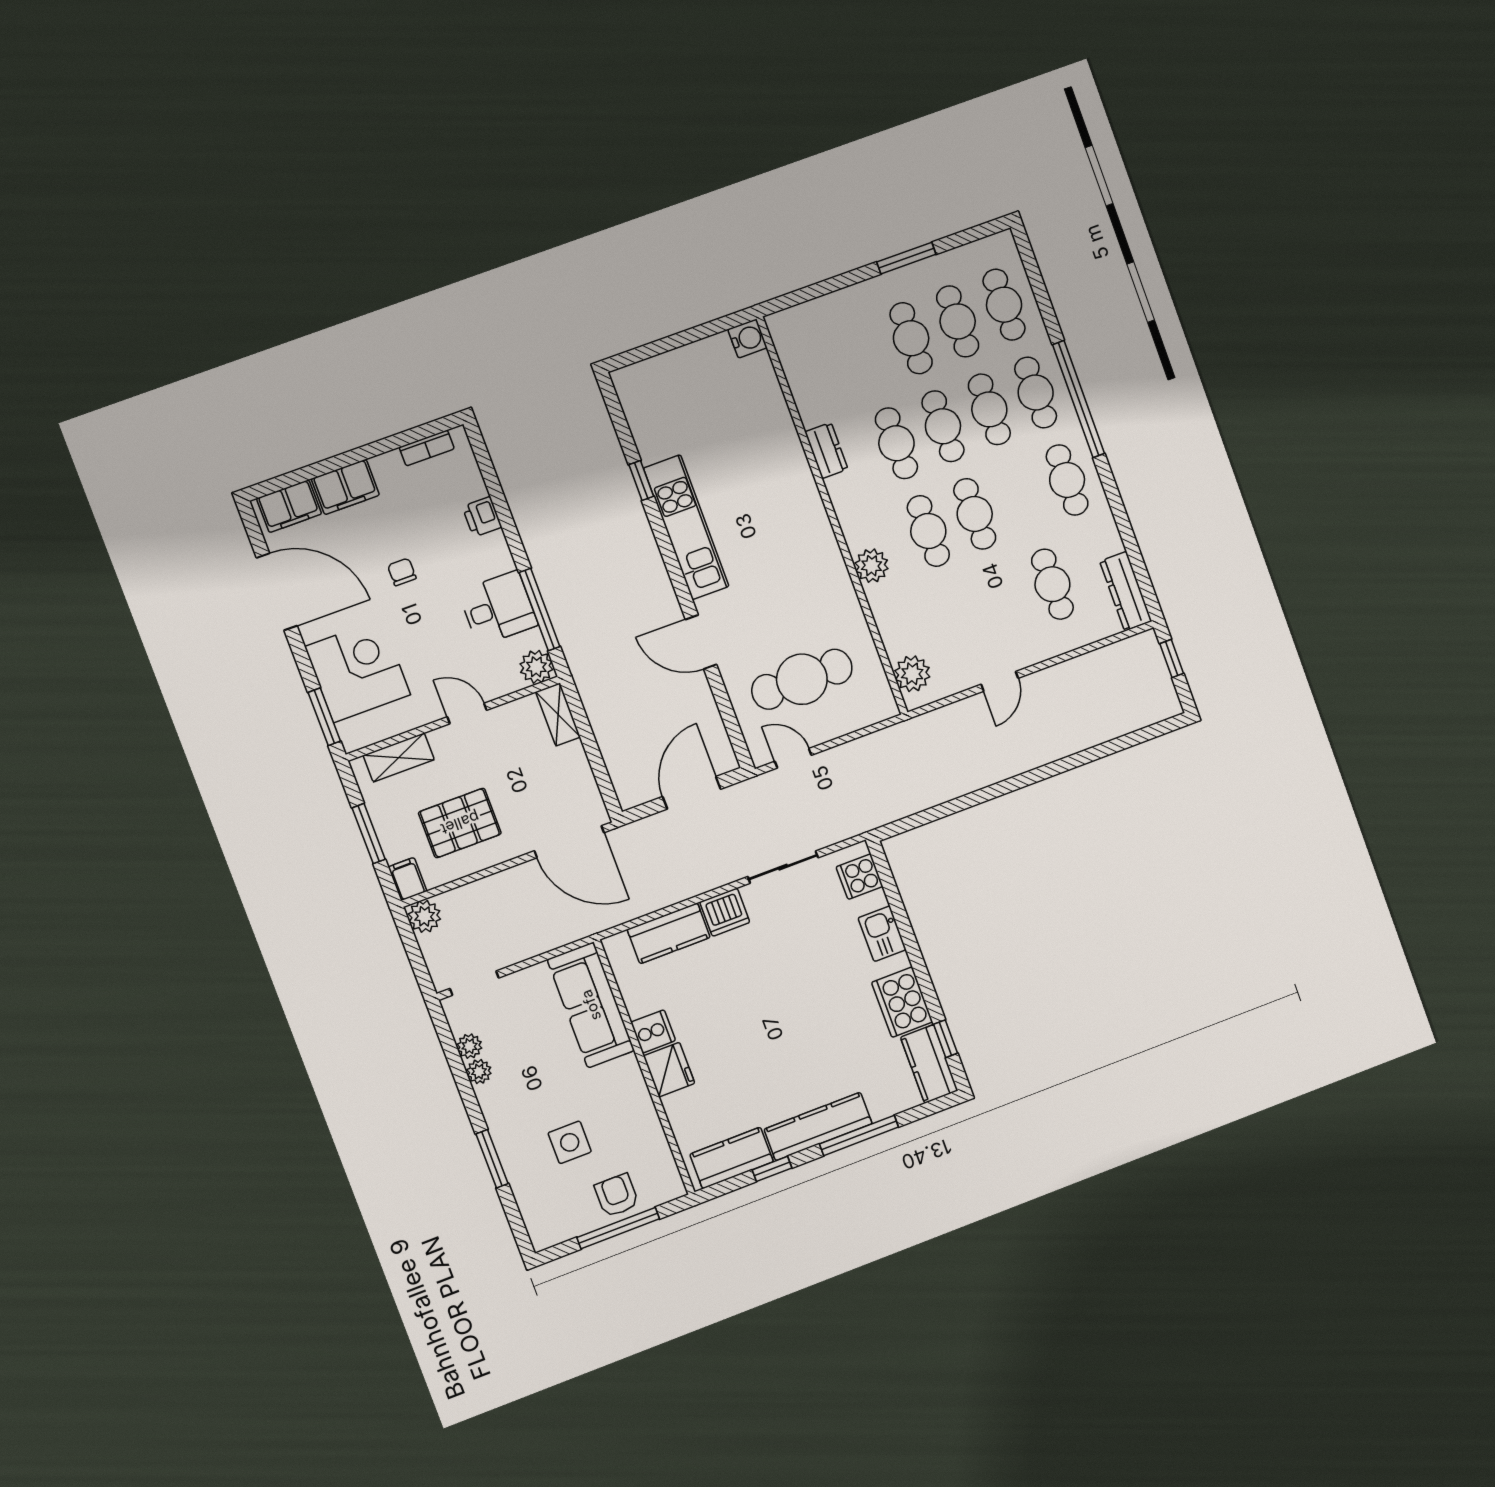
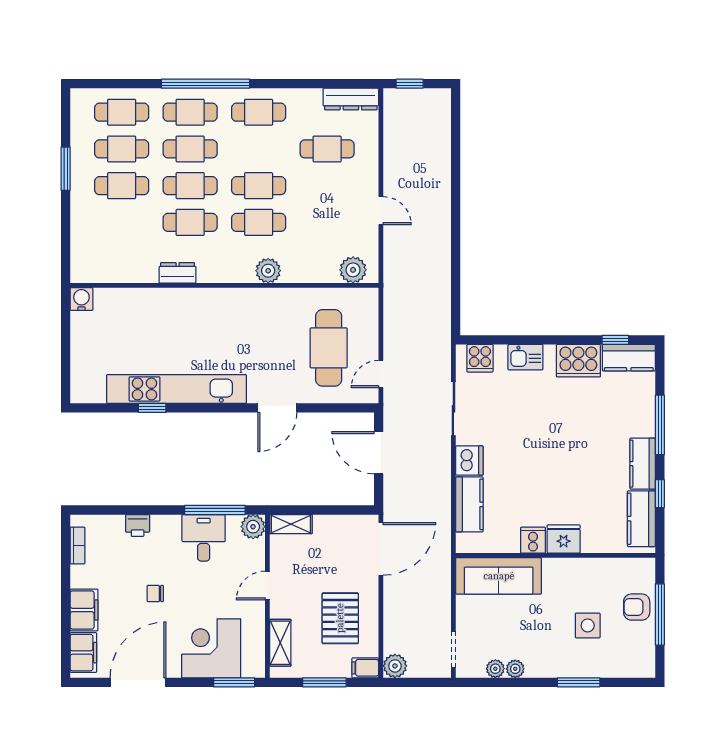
kitchen unit: (686, 527) -> (177, 389), width x1.36
kitchen counter: (818, 1126) -> (643, 464), width x0.67

